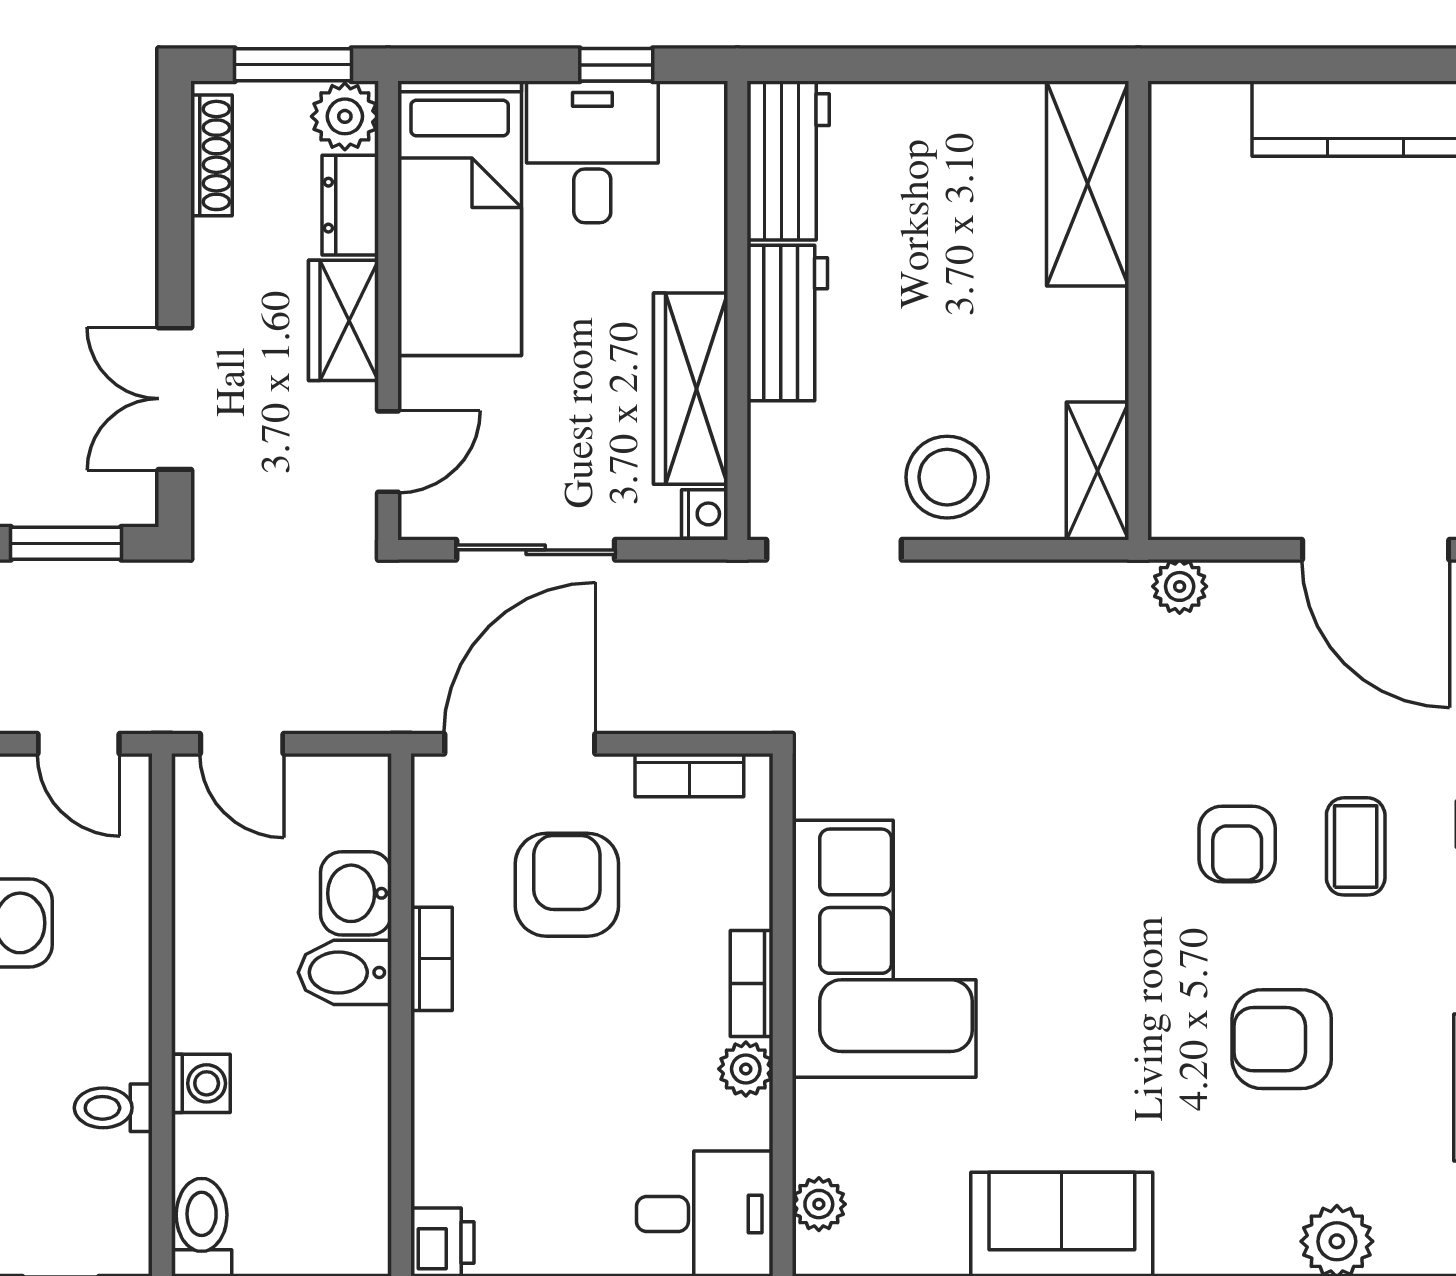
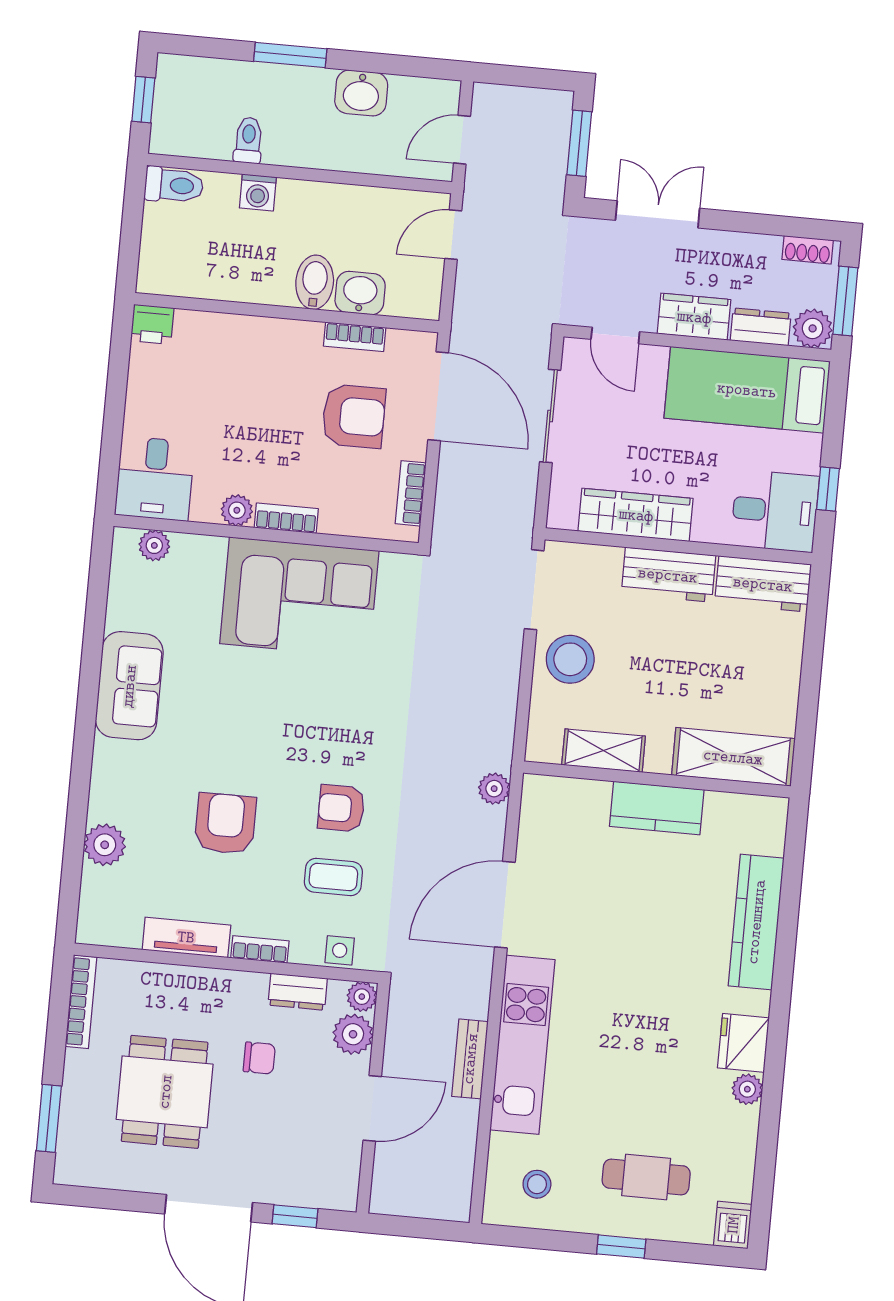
desk: (592, 152) -> (775, 511), moved
shoe rack: (211, 155) -> (808, 250), width x0.70
kitchen counter: (1187, 306) -> (657, 808), added
shelving: (1097, 471) -> (604, 751), moved
nightstand: (705, 514) -> (562, 516), removed
bookcase: (431, 959) -> (355, 337), moved

